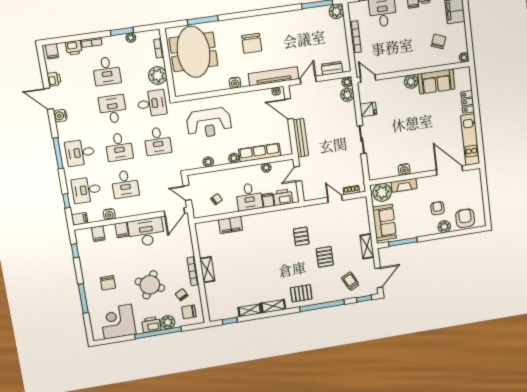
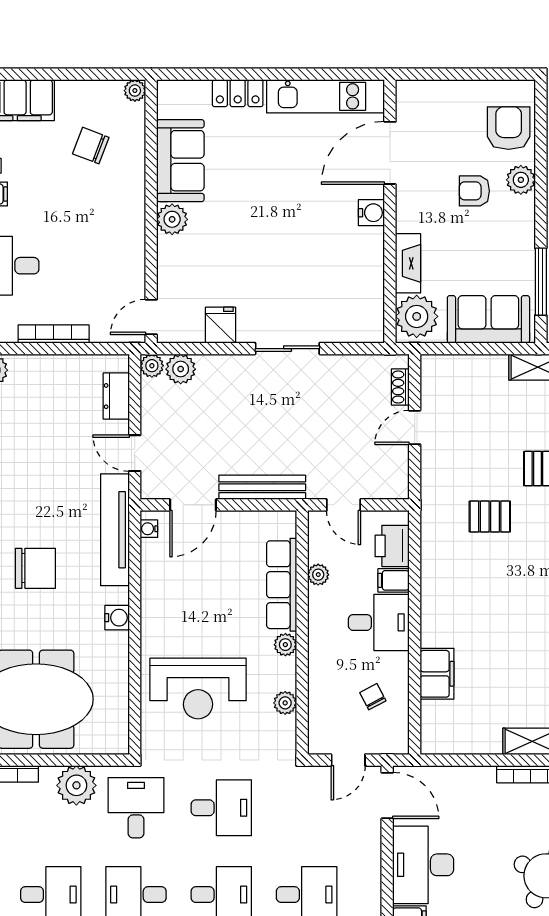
reception desk: (209, 123) -> (198, 689), turned 90
water cooler: (404, 169) -> (371, 213), moved
armchair: (465, 218) -> (509, 128), turned 90

